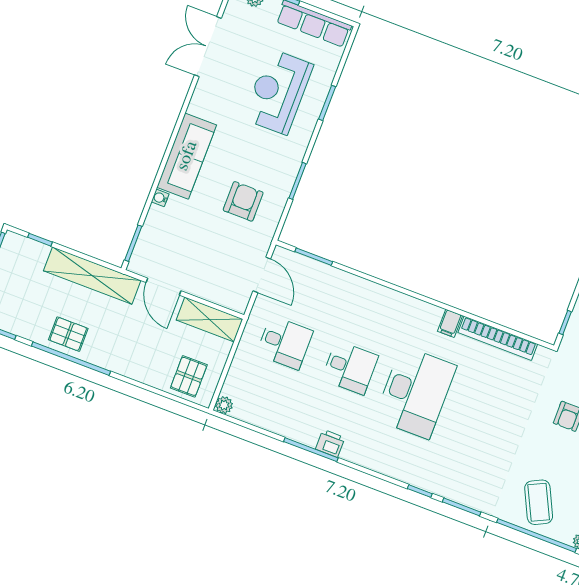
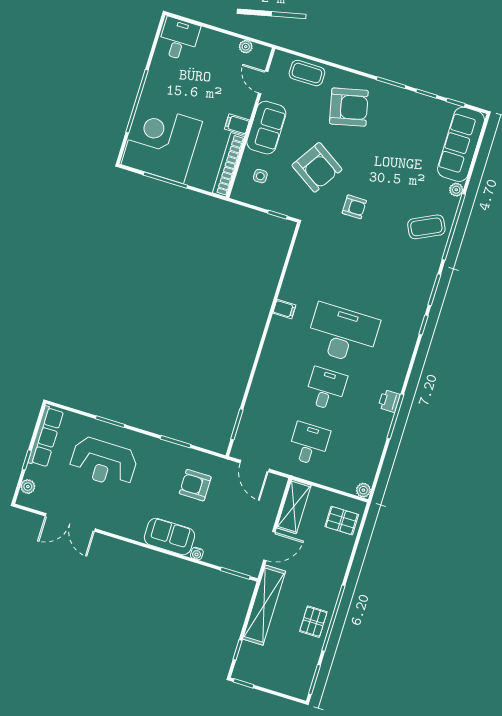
sofa: (187, 156) -> (169, 537), width x0.73
door: (262, 275) -> (255, 466), swing flipped
bookcase: (498, 338) -> (294, 269), removed

